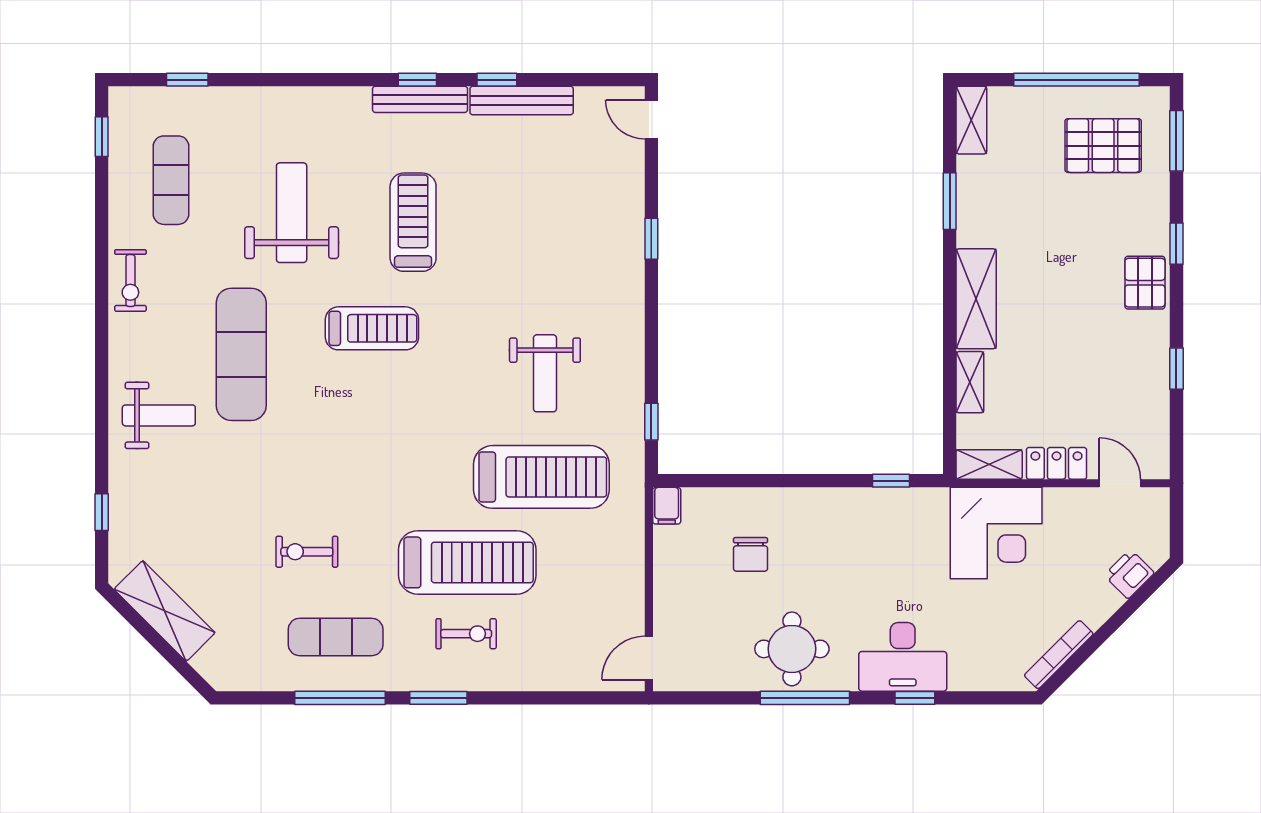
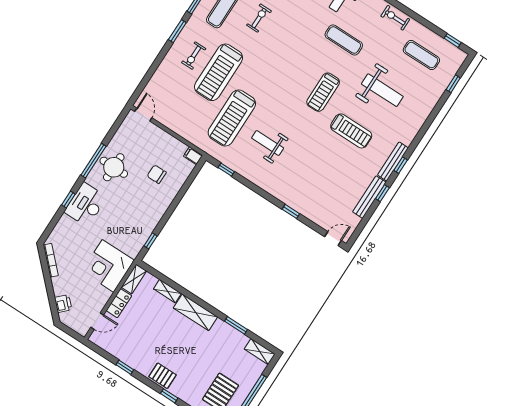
exercise mat: (241, 354) -> (344, 40), width x0.73, depth x0.69

